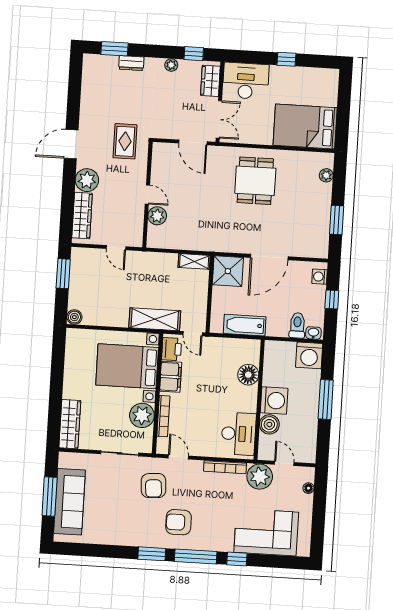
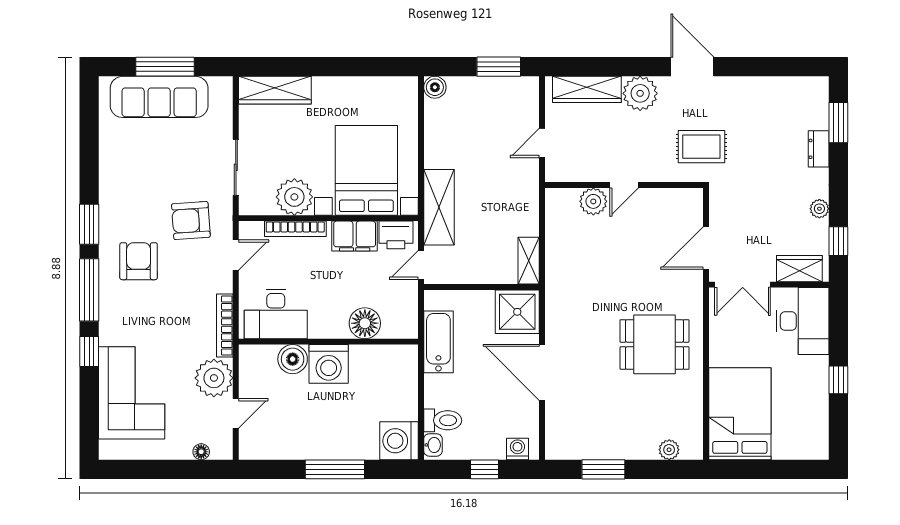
floor lamp: (248, 375) -> (365, 323), moved
wall: (259, 400) -> (328, 342), moved
washing machine: (274, 401) -> (329, 364), moved
boiler: (269, 424) -> (293, 359), moved
desk: (239, 434) -> (276, 314), moved

